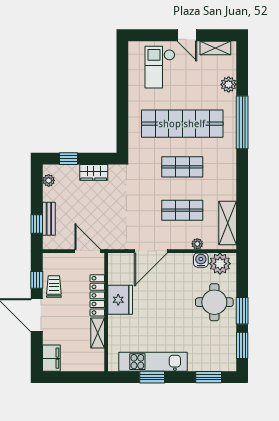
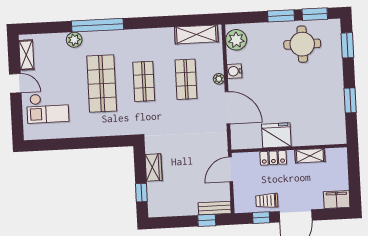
door: (187, 35) -> (15, 83), hinge flipped
plant: (229, 84) -> (74, 40), moved
shop shelf: (182, 124) -> (102, 84), width x0.71
plant: (49, 180) -> (164, 211), removed
bench: (49, 219) -> (215, 208), moved
plant: (197, 244) -> (219, 79), moved
water cooler: (201, 260) -> (234, 71), moved
locker: (97, 295) -> (273, 158), width x0.66
round table: (214, 302) -> (302, 44), moved
kitchen unit: (153, 362) -> (335, 100), removed

